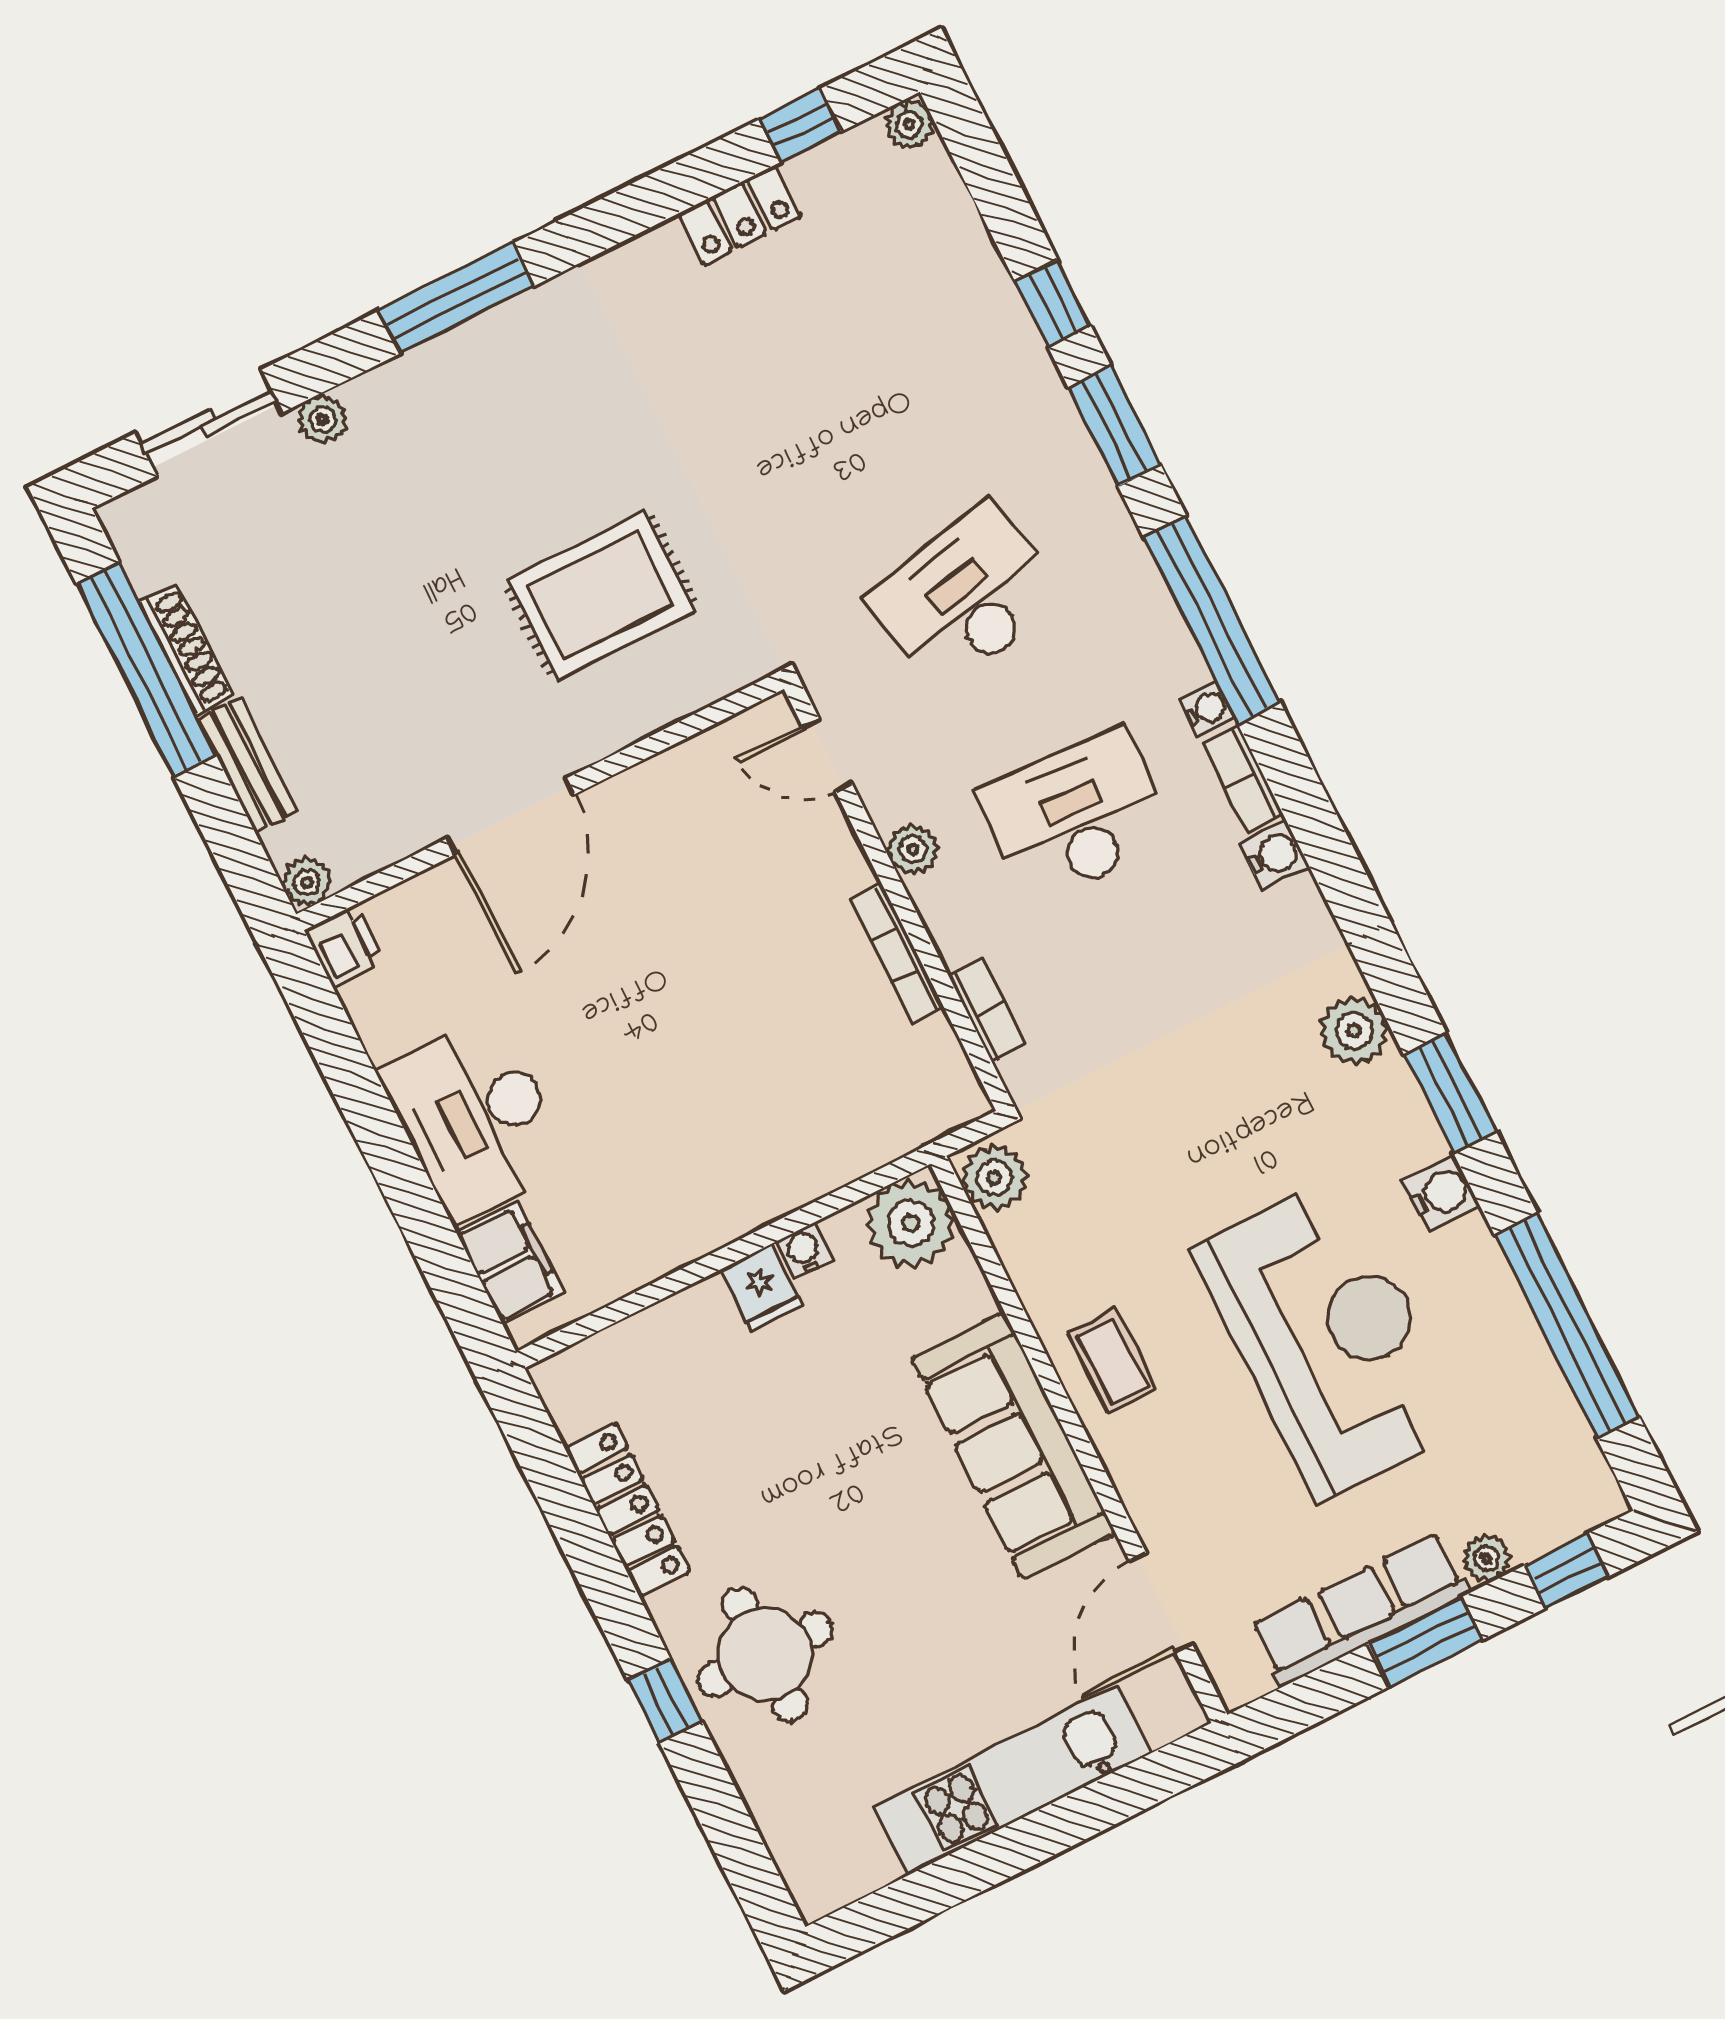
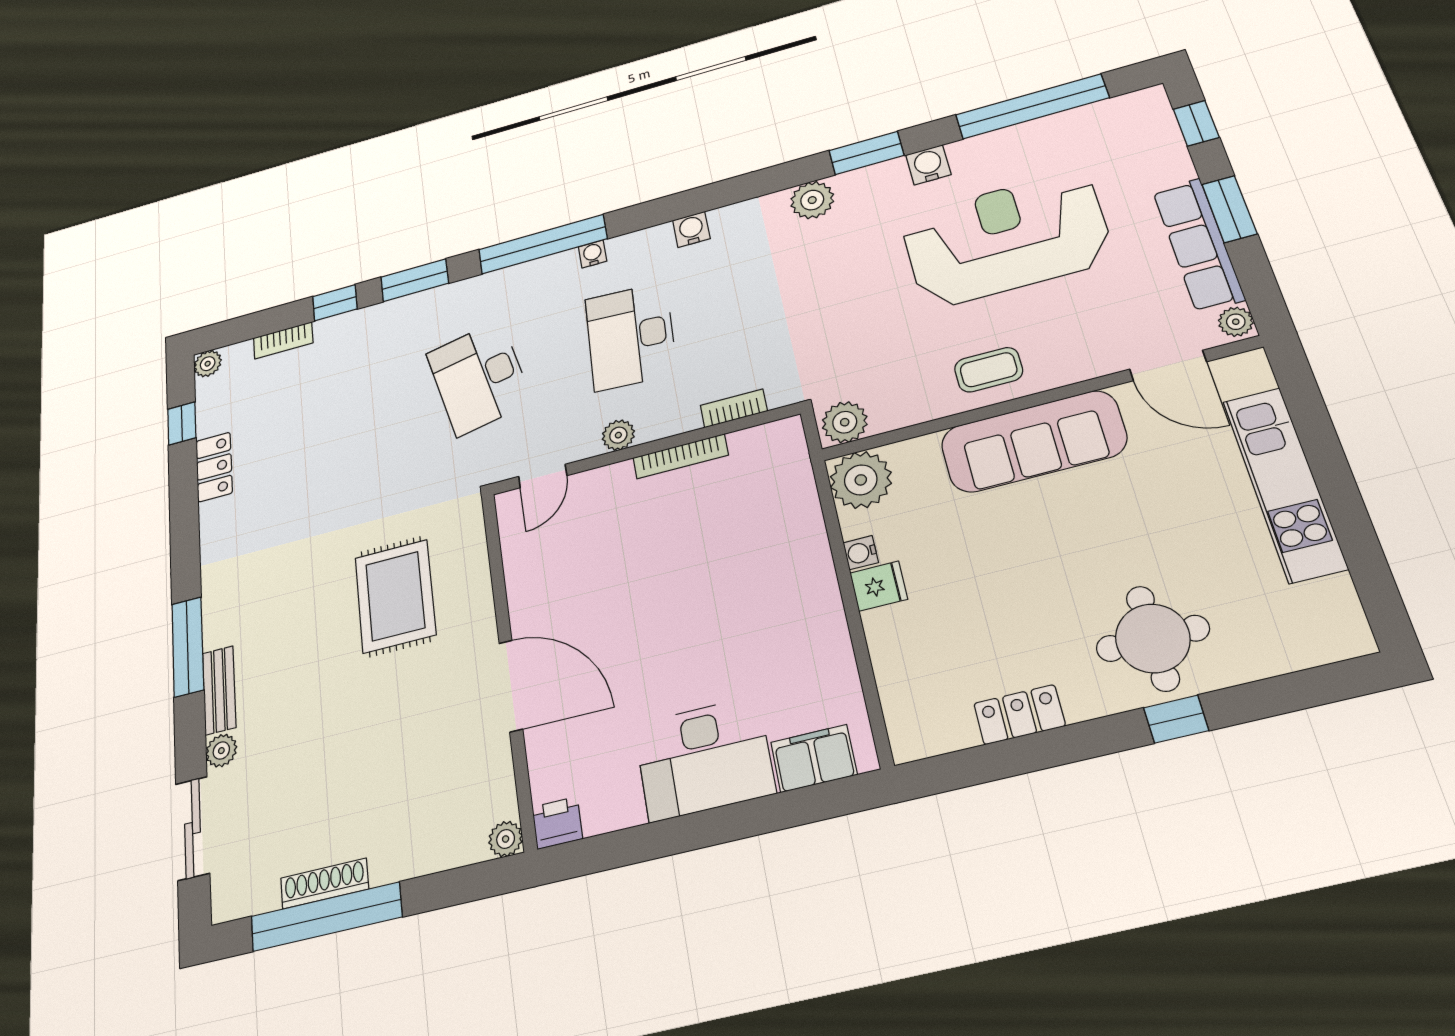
bench: (248, 765) -> (219, 690), moved, turned 90
bookcase: (1243, 780) -> (283, 340), moved
locker: (627, 1510) -> (1019, 715), width x0.66
plant: (1486, 1558) -> (1236, 322), moved

